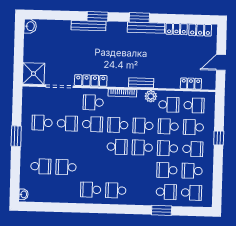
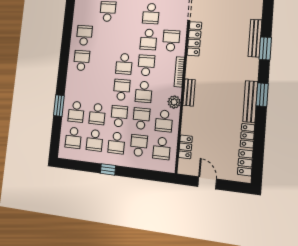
school desk: (143, 126) -> (144, 92), turned 180
window: (219, 138) -> (108, 169), moved
school desk: (167, 170) -> (97, 114), turned 180
school desk: (192, 171) -> (95, 140), turned 180

